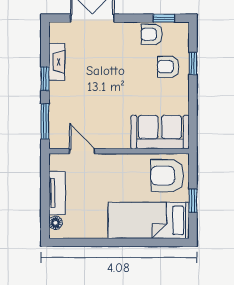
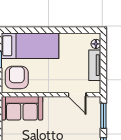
armchair: (167, 176) -> (17, 77), turned -90

